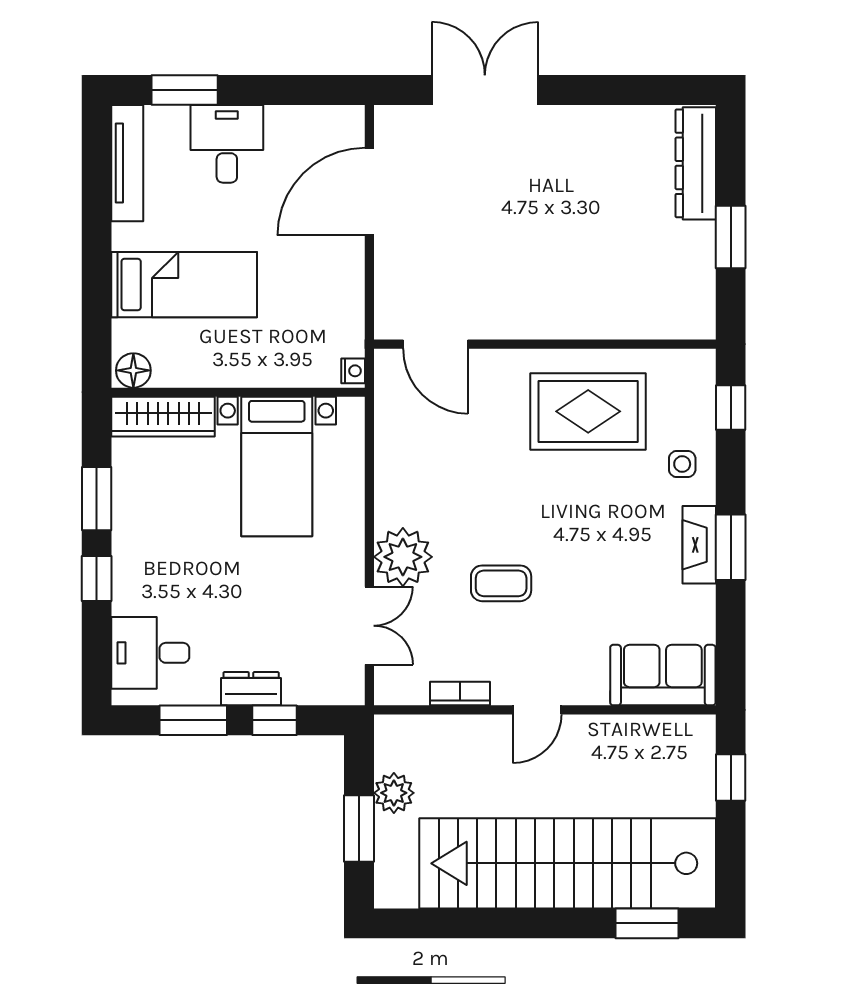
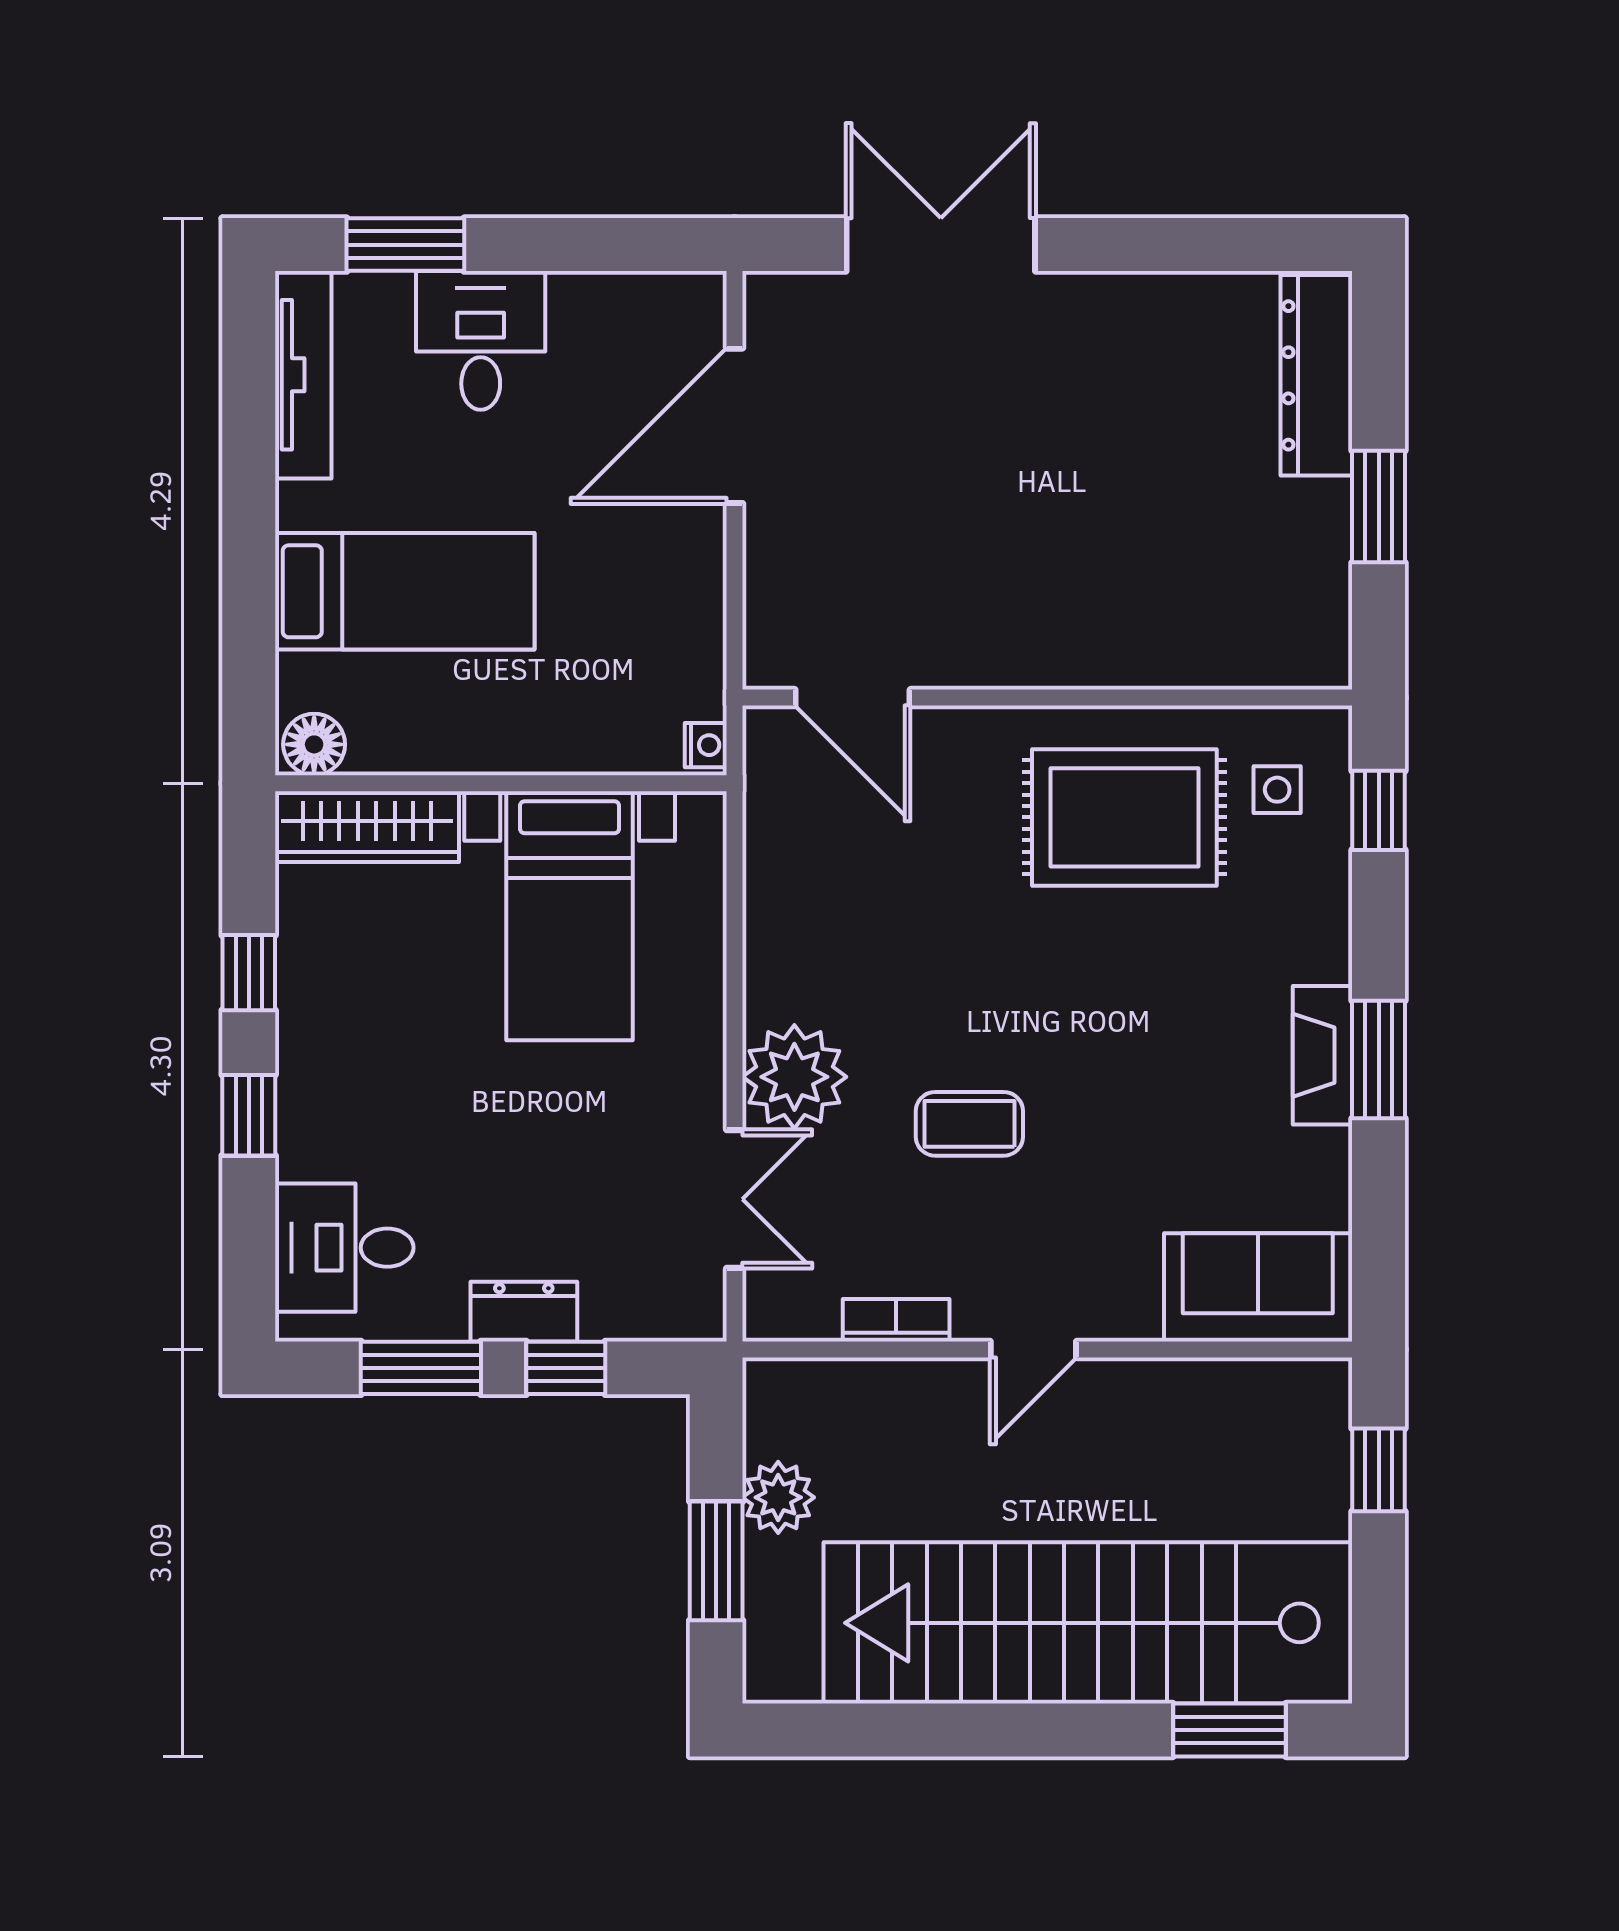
side table: (682, 464) -> (1277, 790), moved
window: (97, 499) -> (249, 973), width x0.67

